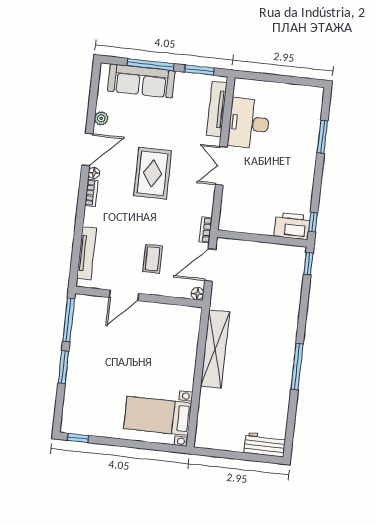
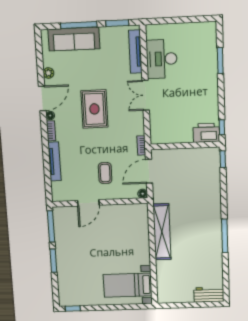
tv unit: (86, 253) -> (54, 161), moved

